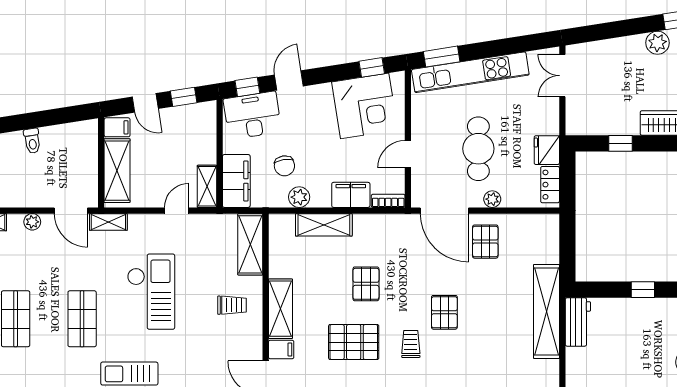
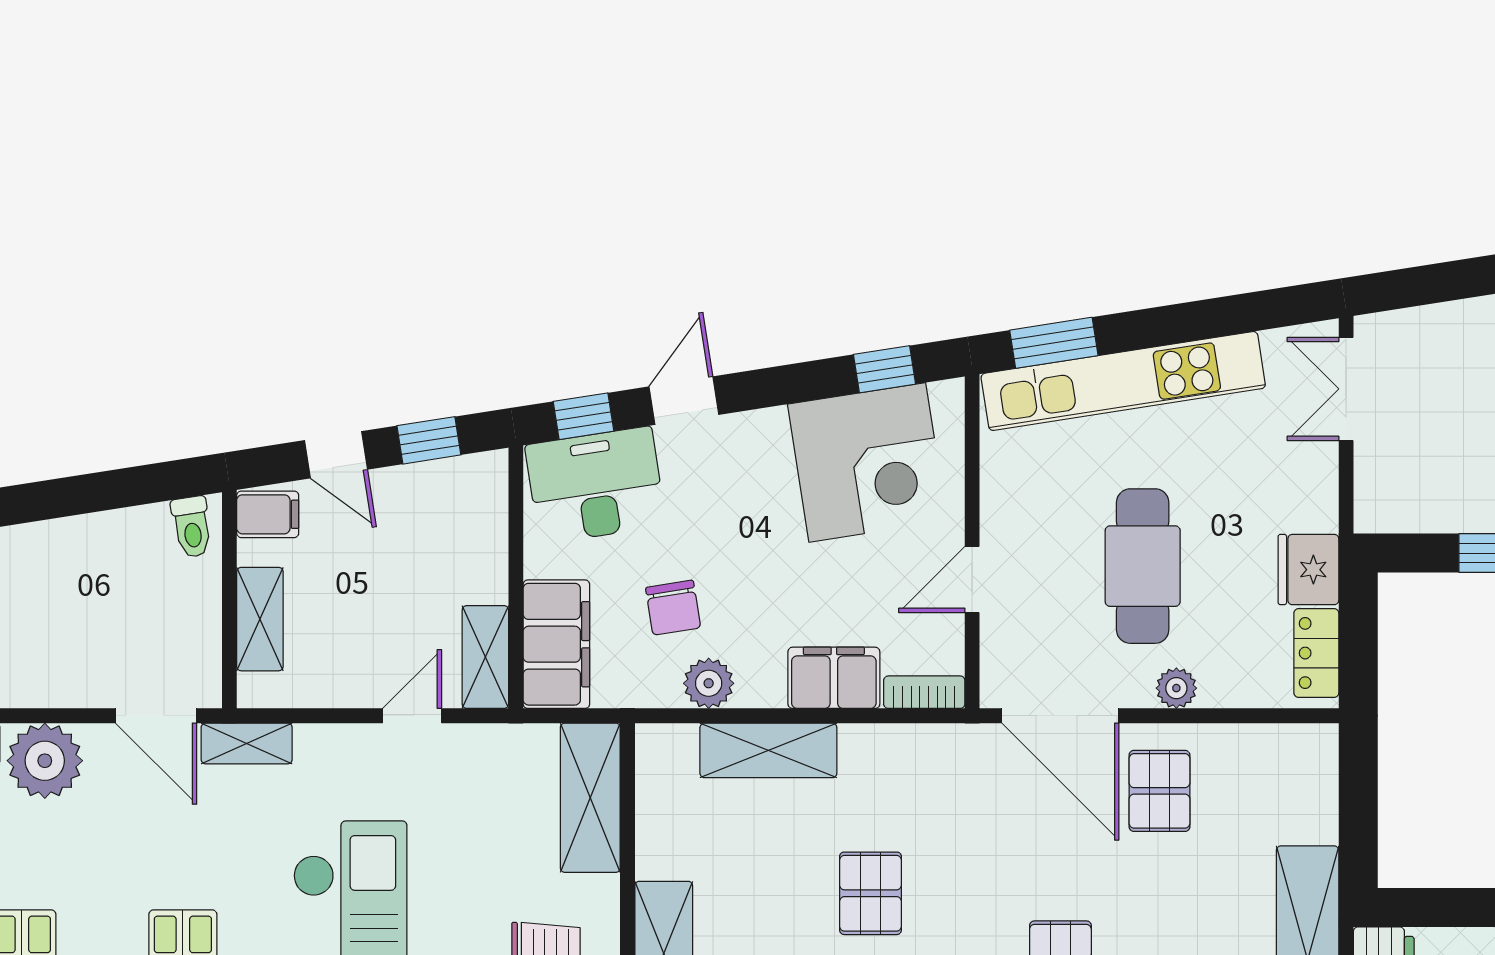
toilet: (32, 141) -> (192, 527), moved
shelving: (117, 171) -> (260, 619), width x0.67, depth x0.75
plant: (32, 222) -> (45, 761), width x1.88, depth x1.88

